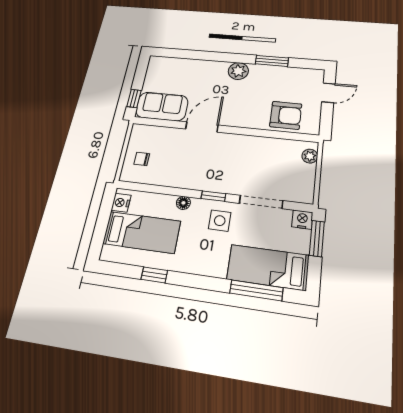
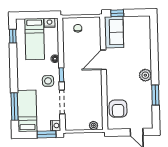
door: (202, 127) -> (103, 60), swing flipped
window: (154, 275) -> (13, 36), moved

